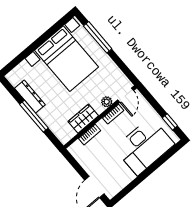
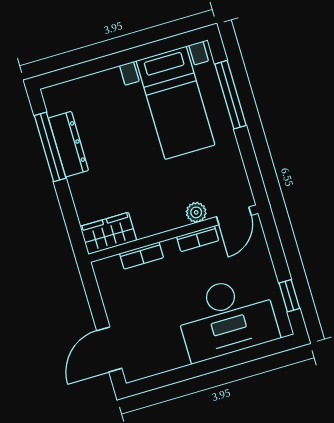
bed with nightstands: (67, 59) -> (176, 103), width x0.73
window: (34, 116) -> (50, 147), moved
wardrobe: (83, 119) -> (108, 233), moved

